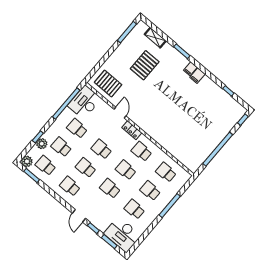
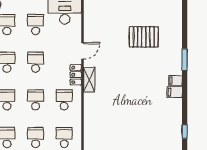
shelving: (155, 38) -> (89, 80), moved
pallet: (108, 83) -> (99, 18), removed

